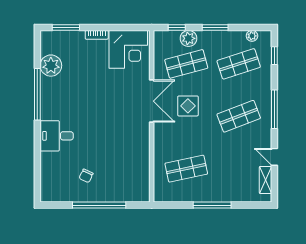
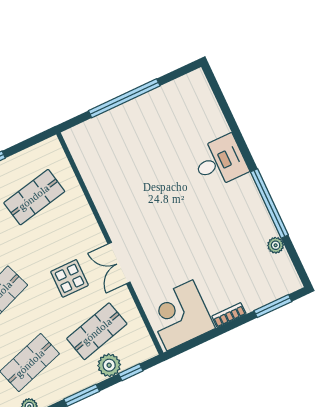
plant: (51, 66) -> (276, 245), width x0.53, depth x0.53
double door: (152, 101) -> (119, 263), width x0.73
chair: (86, 176) -> (158, 128), removed

